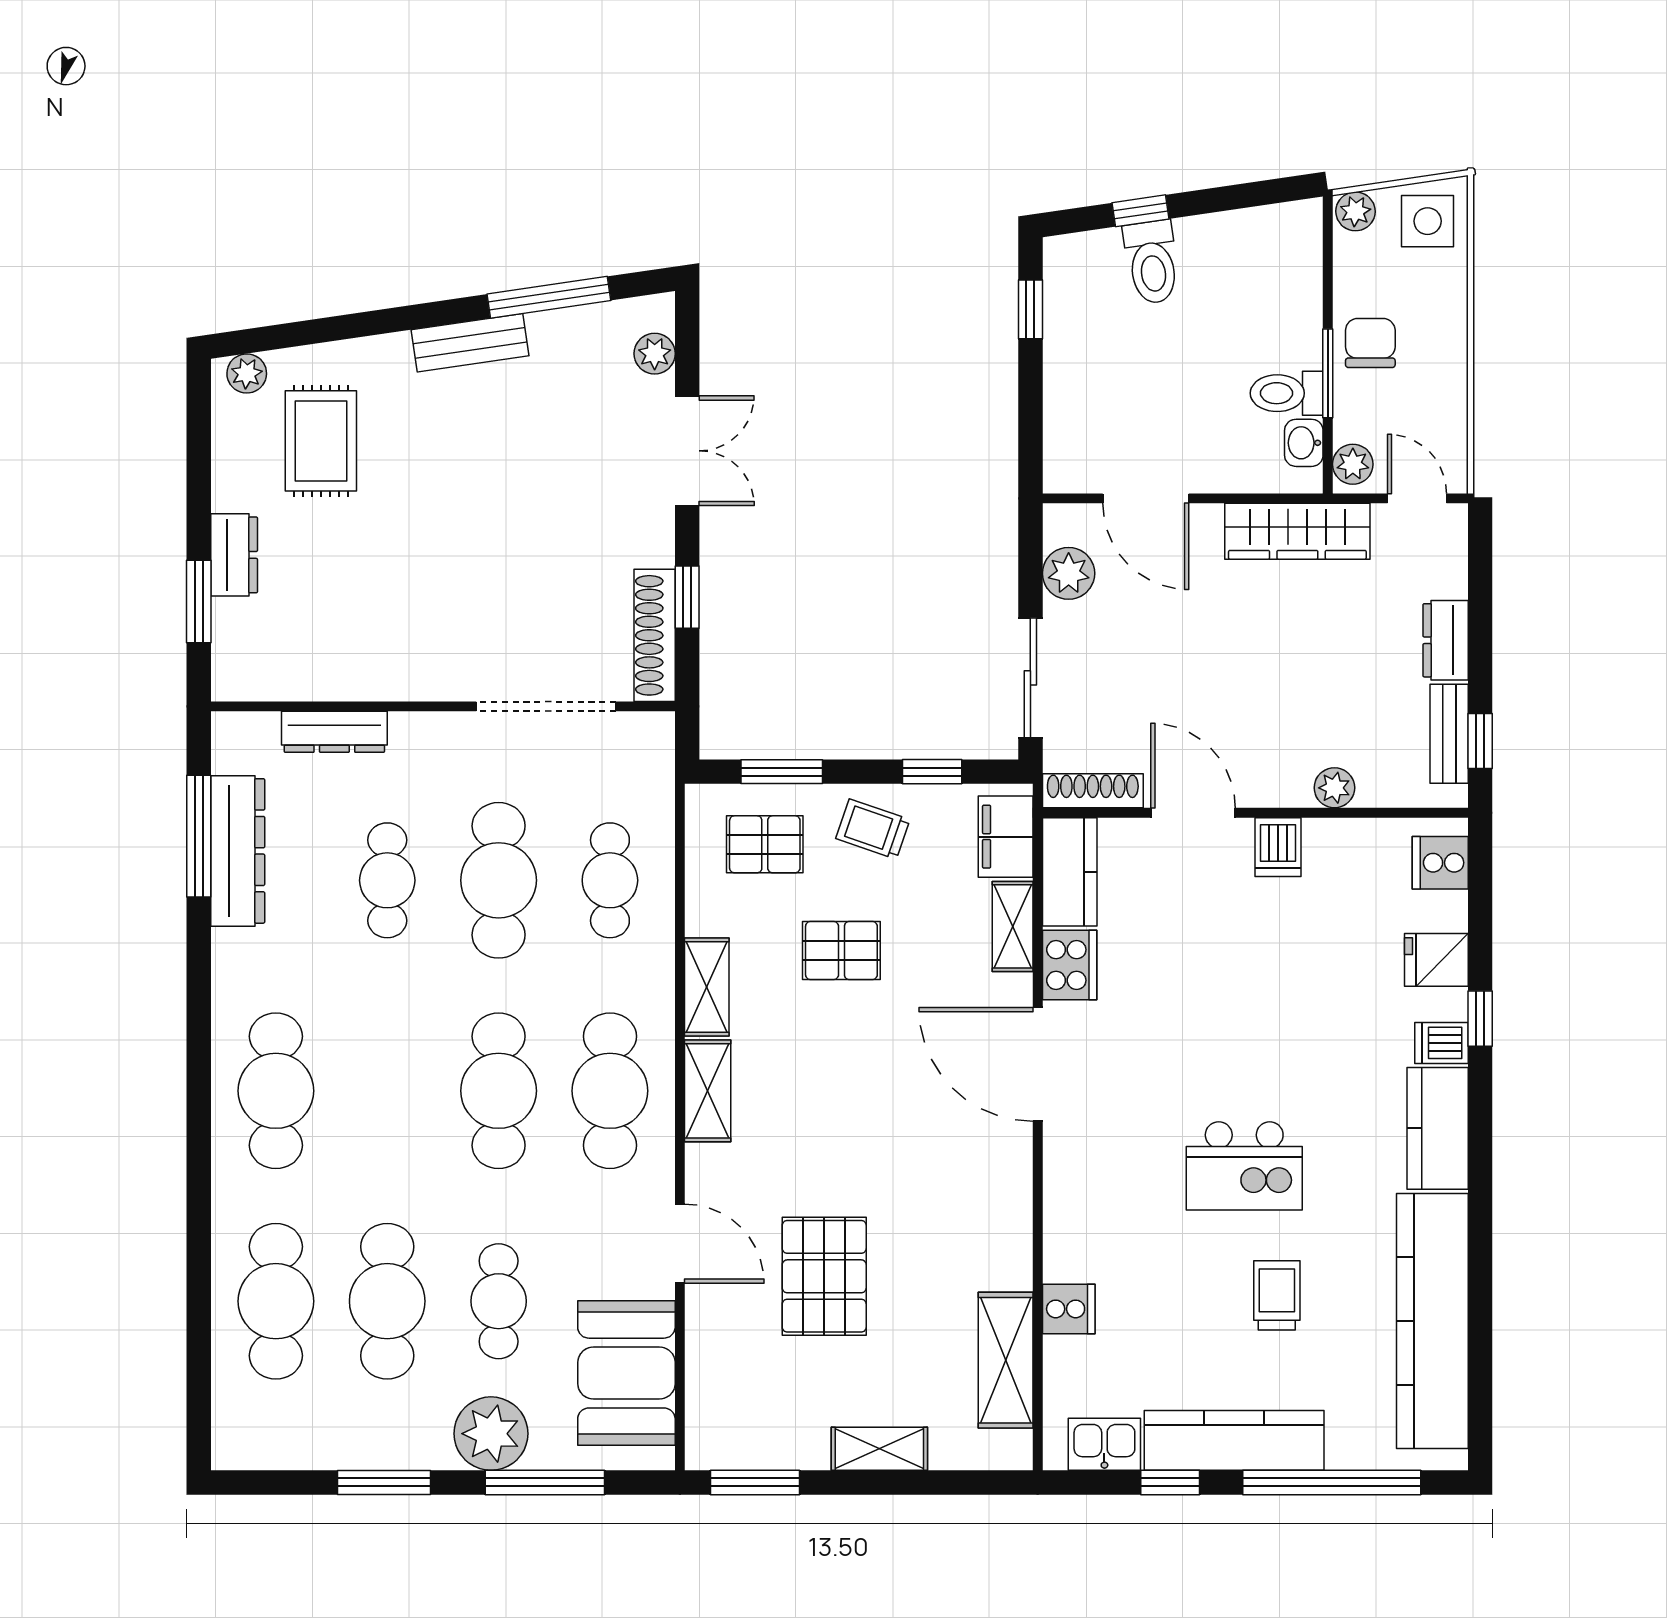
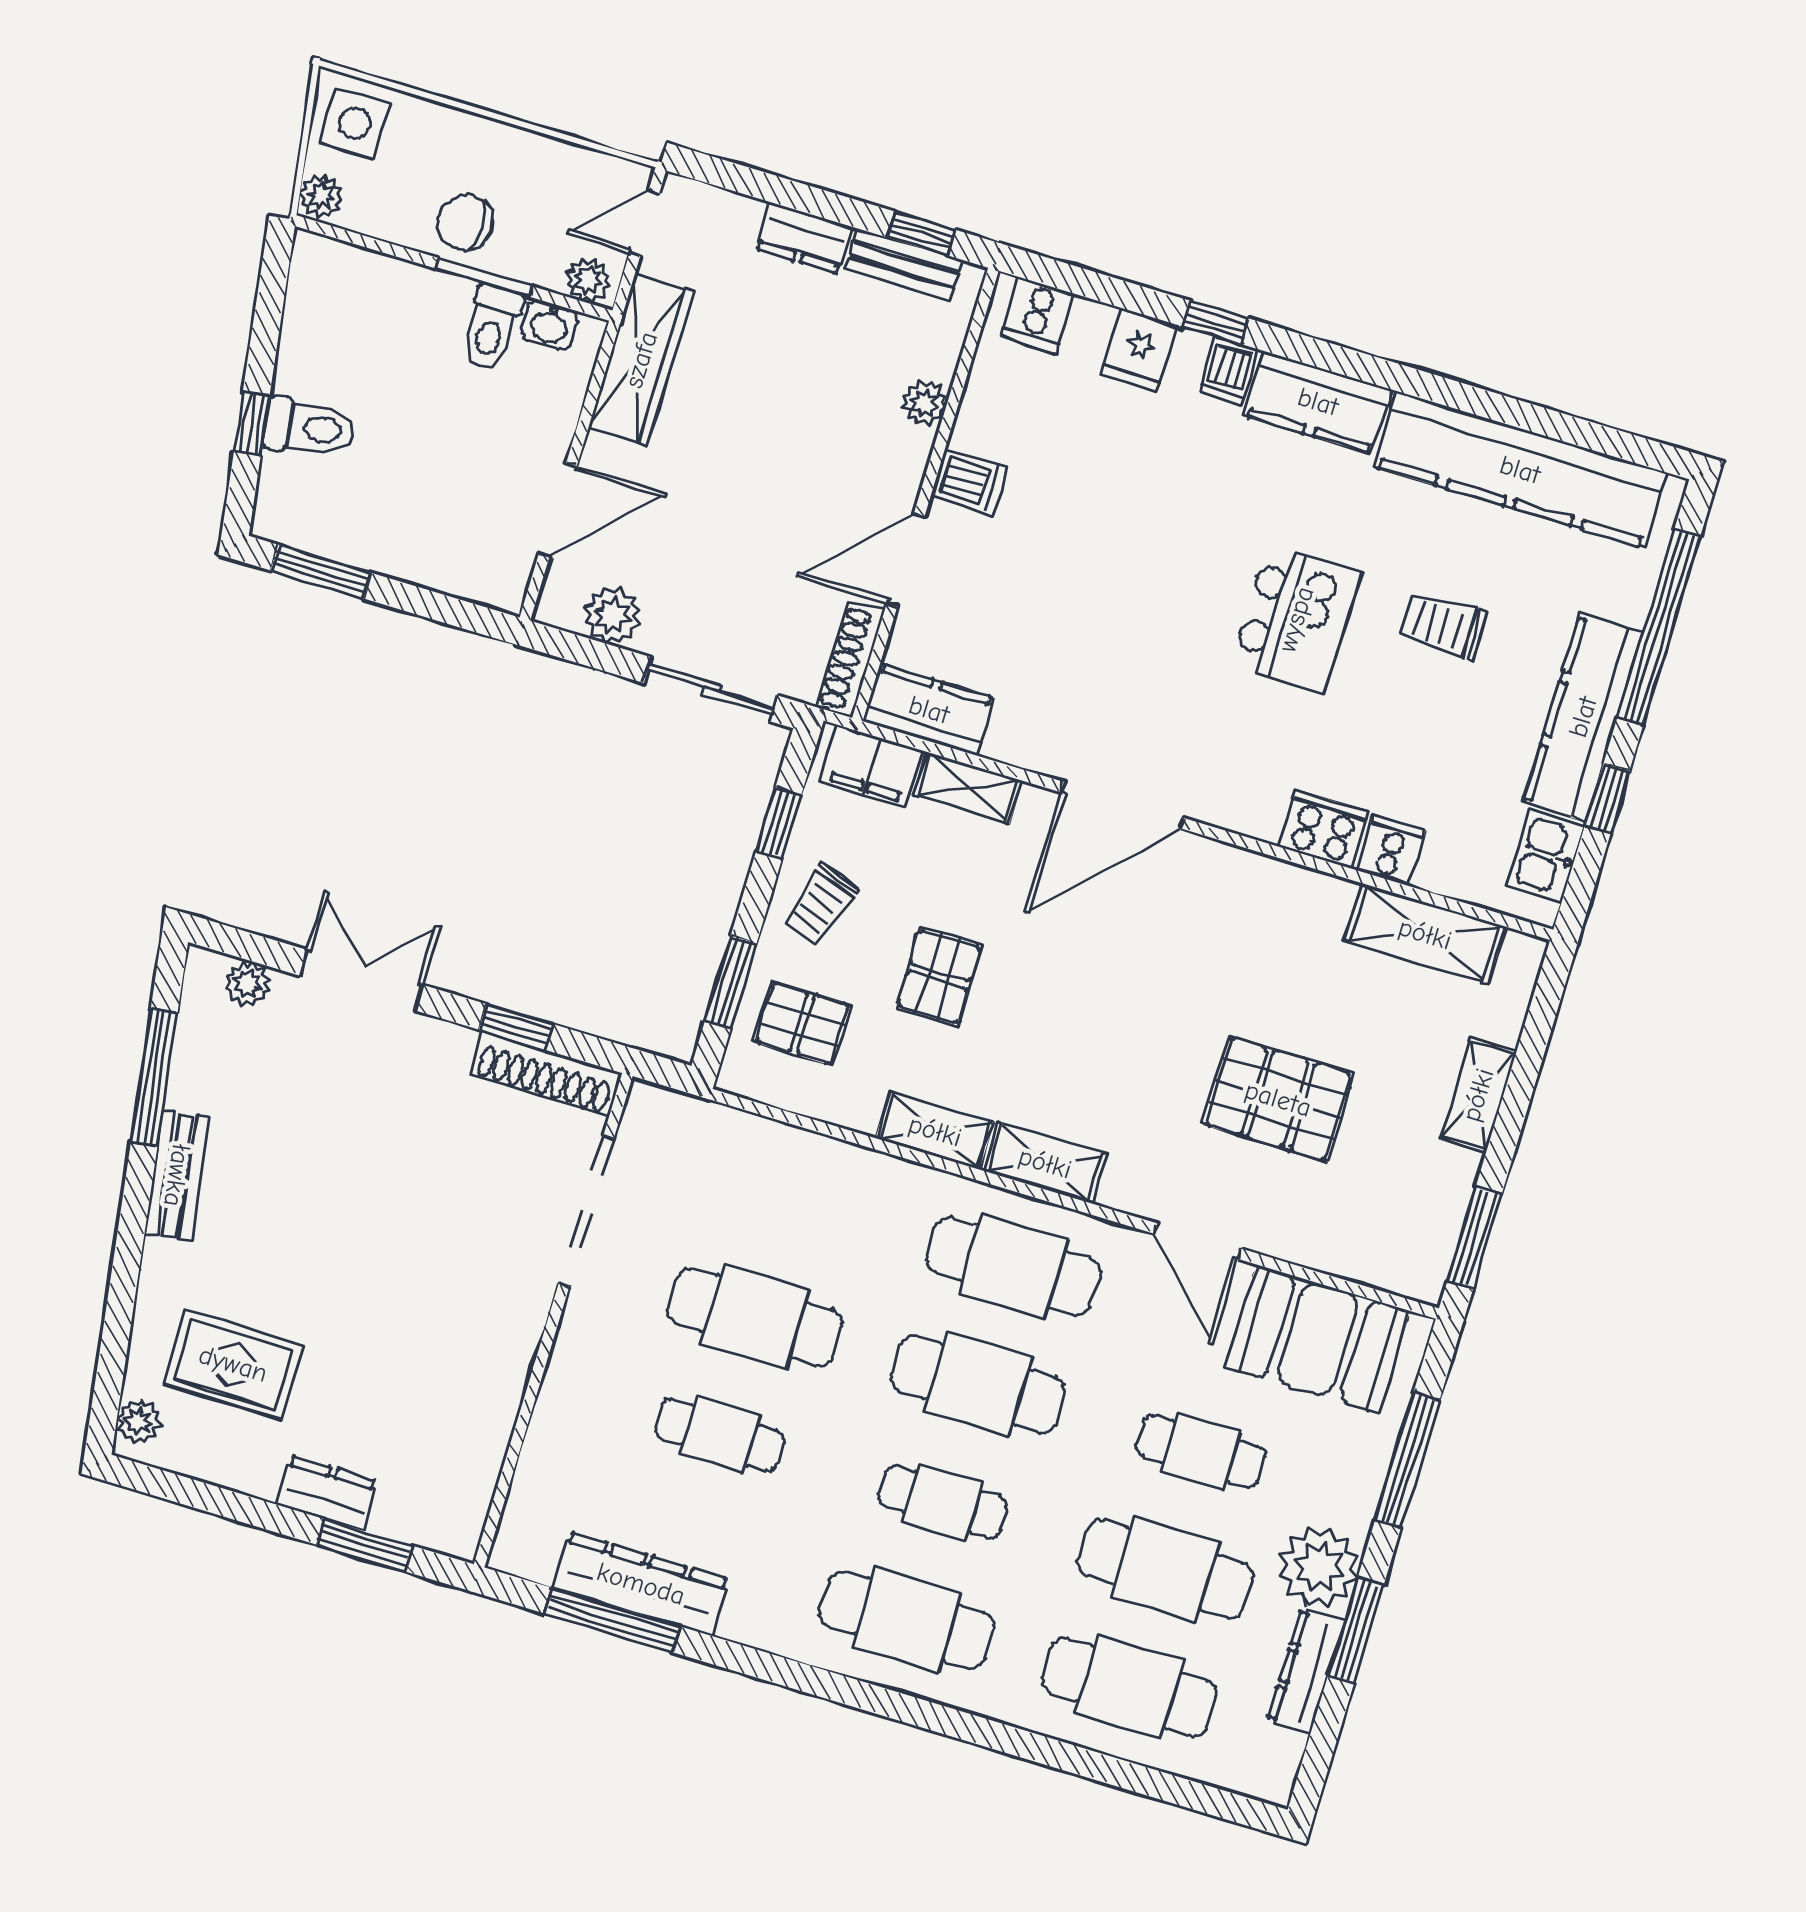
window: (1030, 309) -> (321, 572), width x1.50
dresser: (334, 732) -> (1306, 1671), moved, turned 180
pallet: (765, 844) -> (802, 1024), turned 90
cafe table: (610, 880) -> (942, 1502), moved
cooker: (1070, 965) -> (1324, 829), moved
door: (680, 1244) -> (1198, 1241), swing flipped
plant: (491, 1434) -> (1319, 1567), moved

